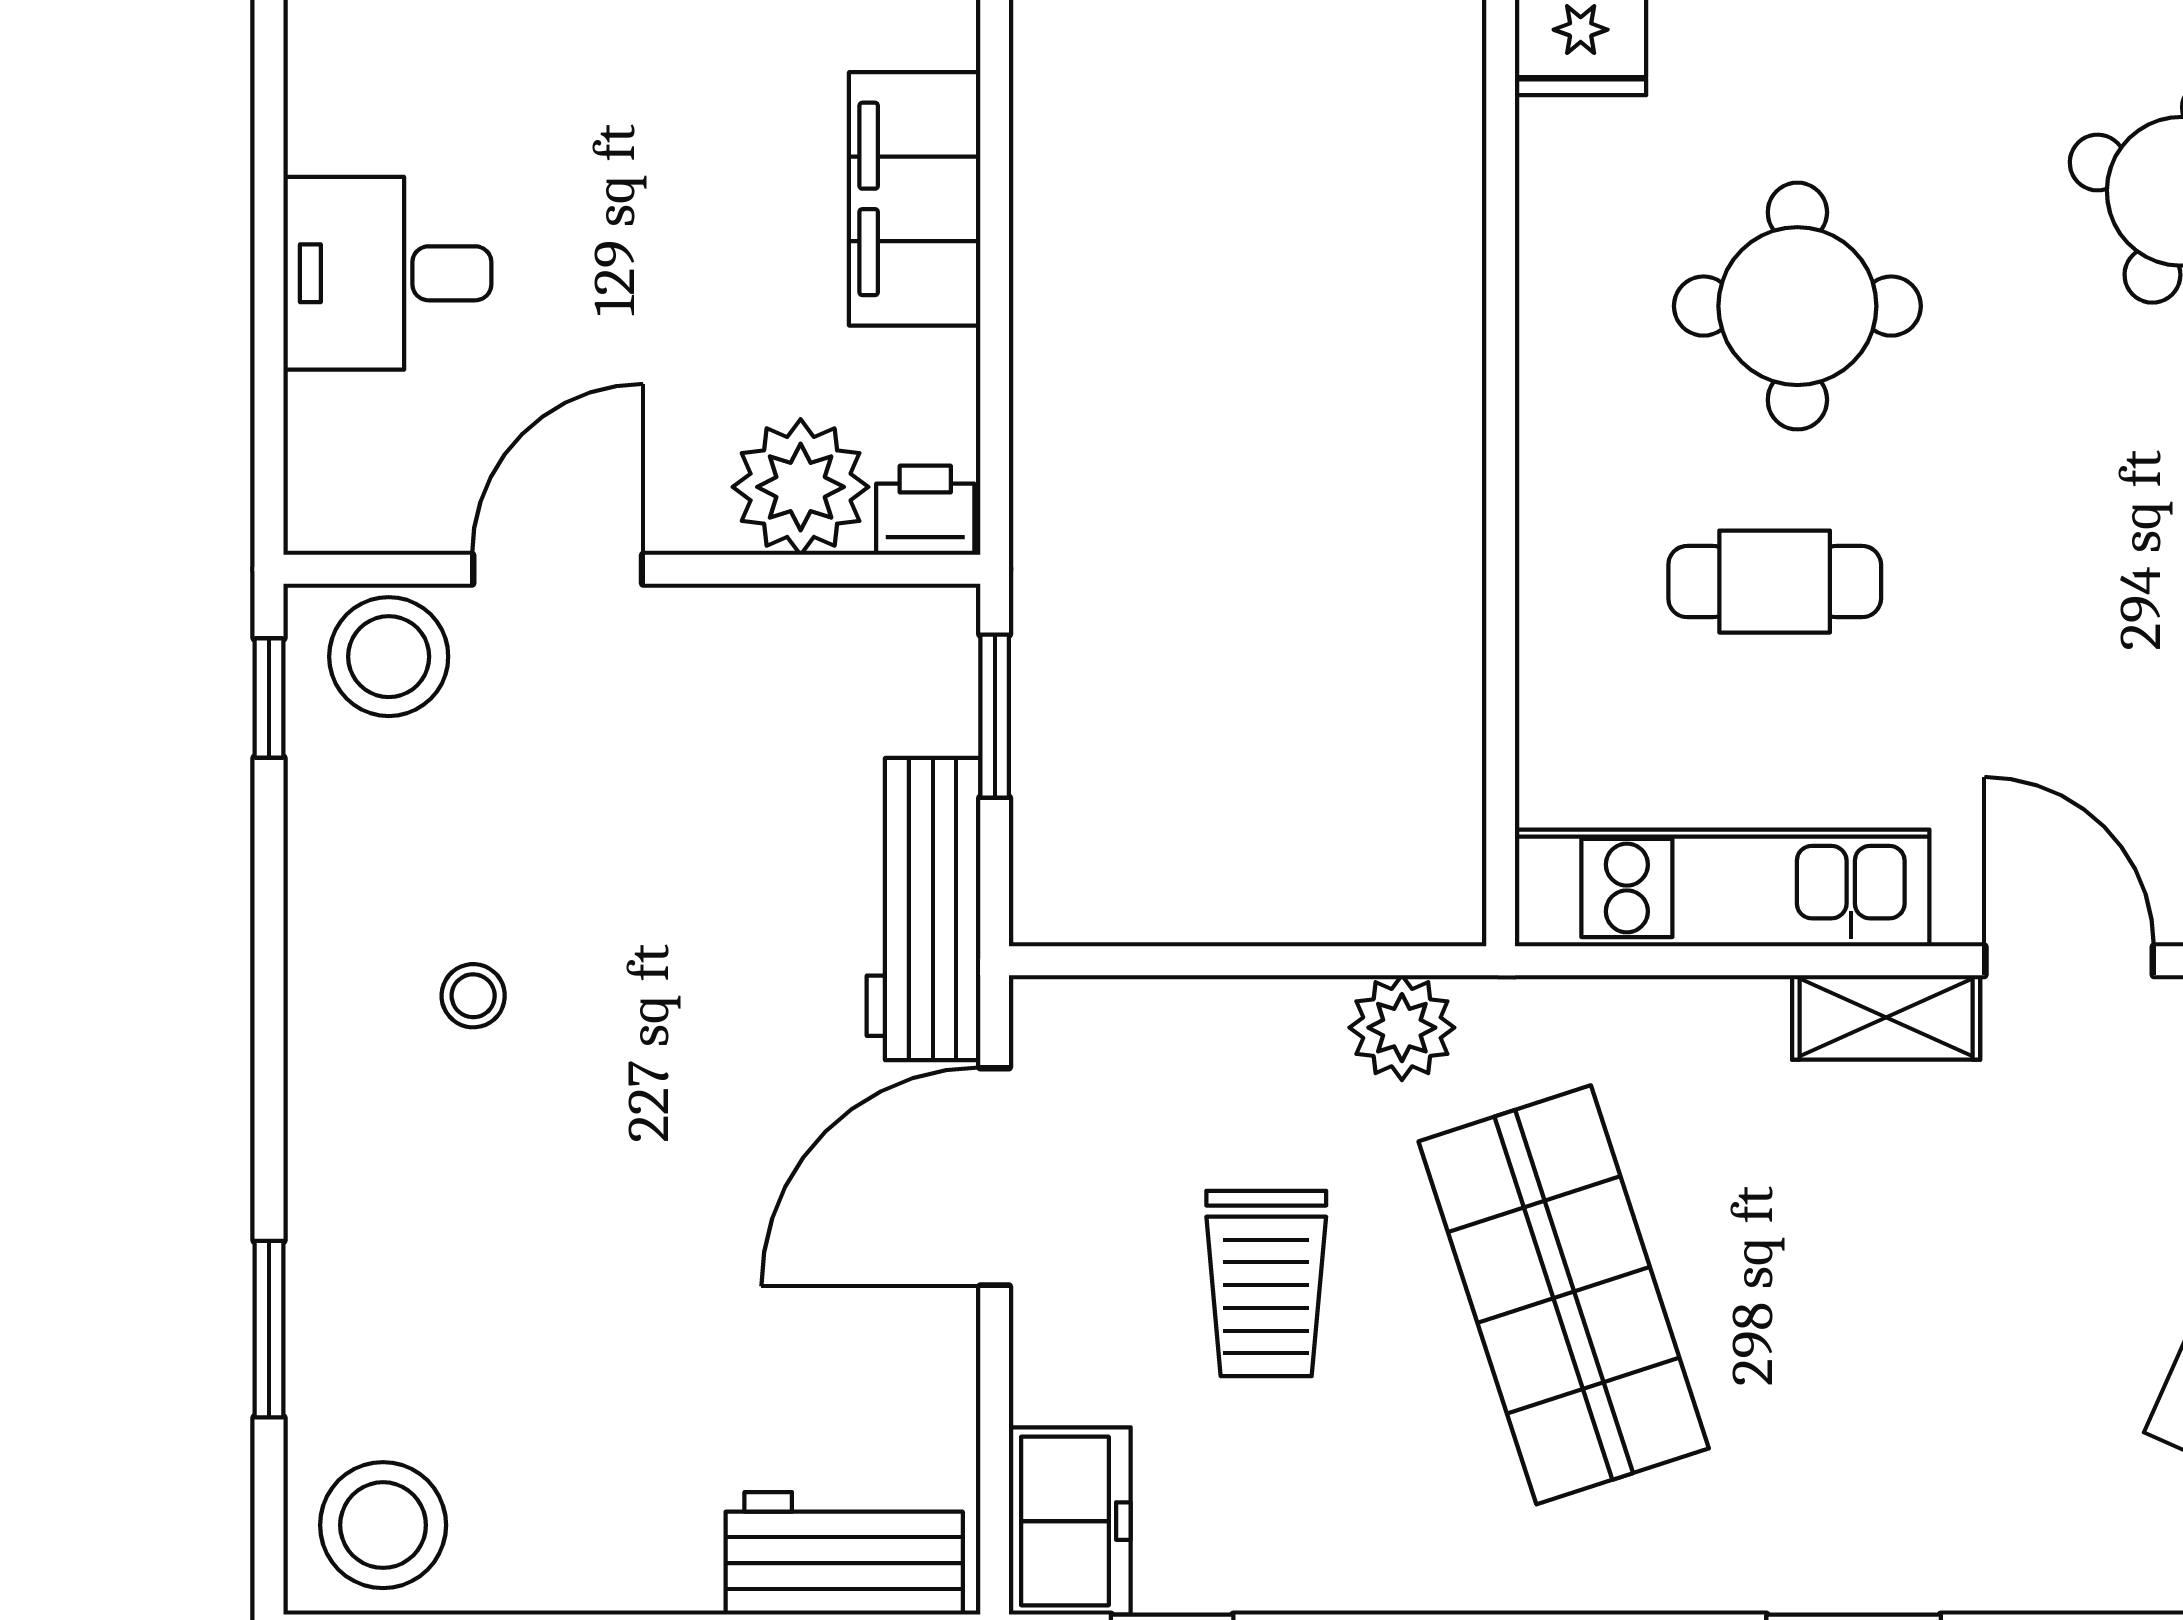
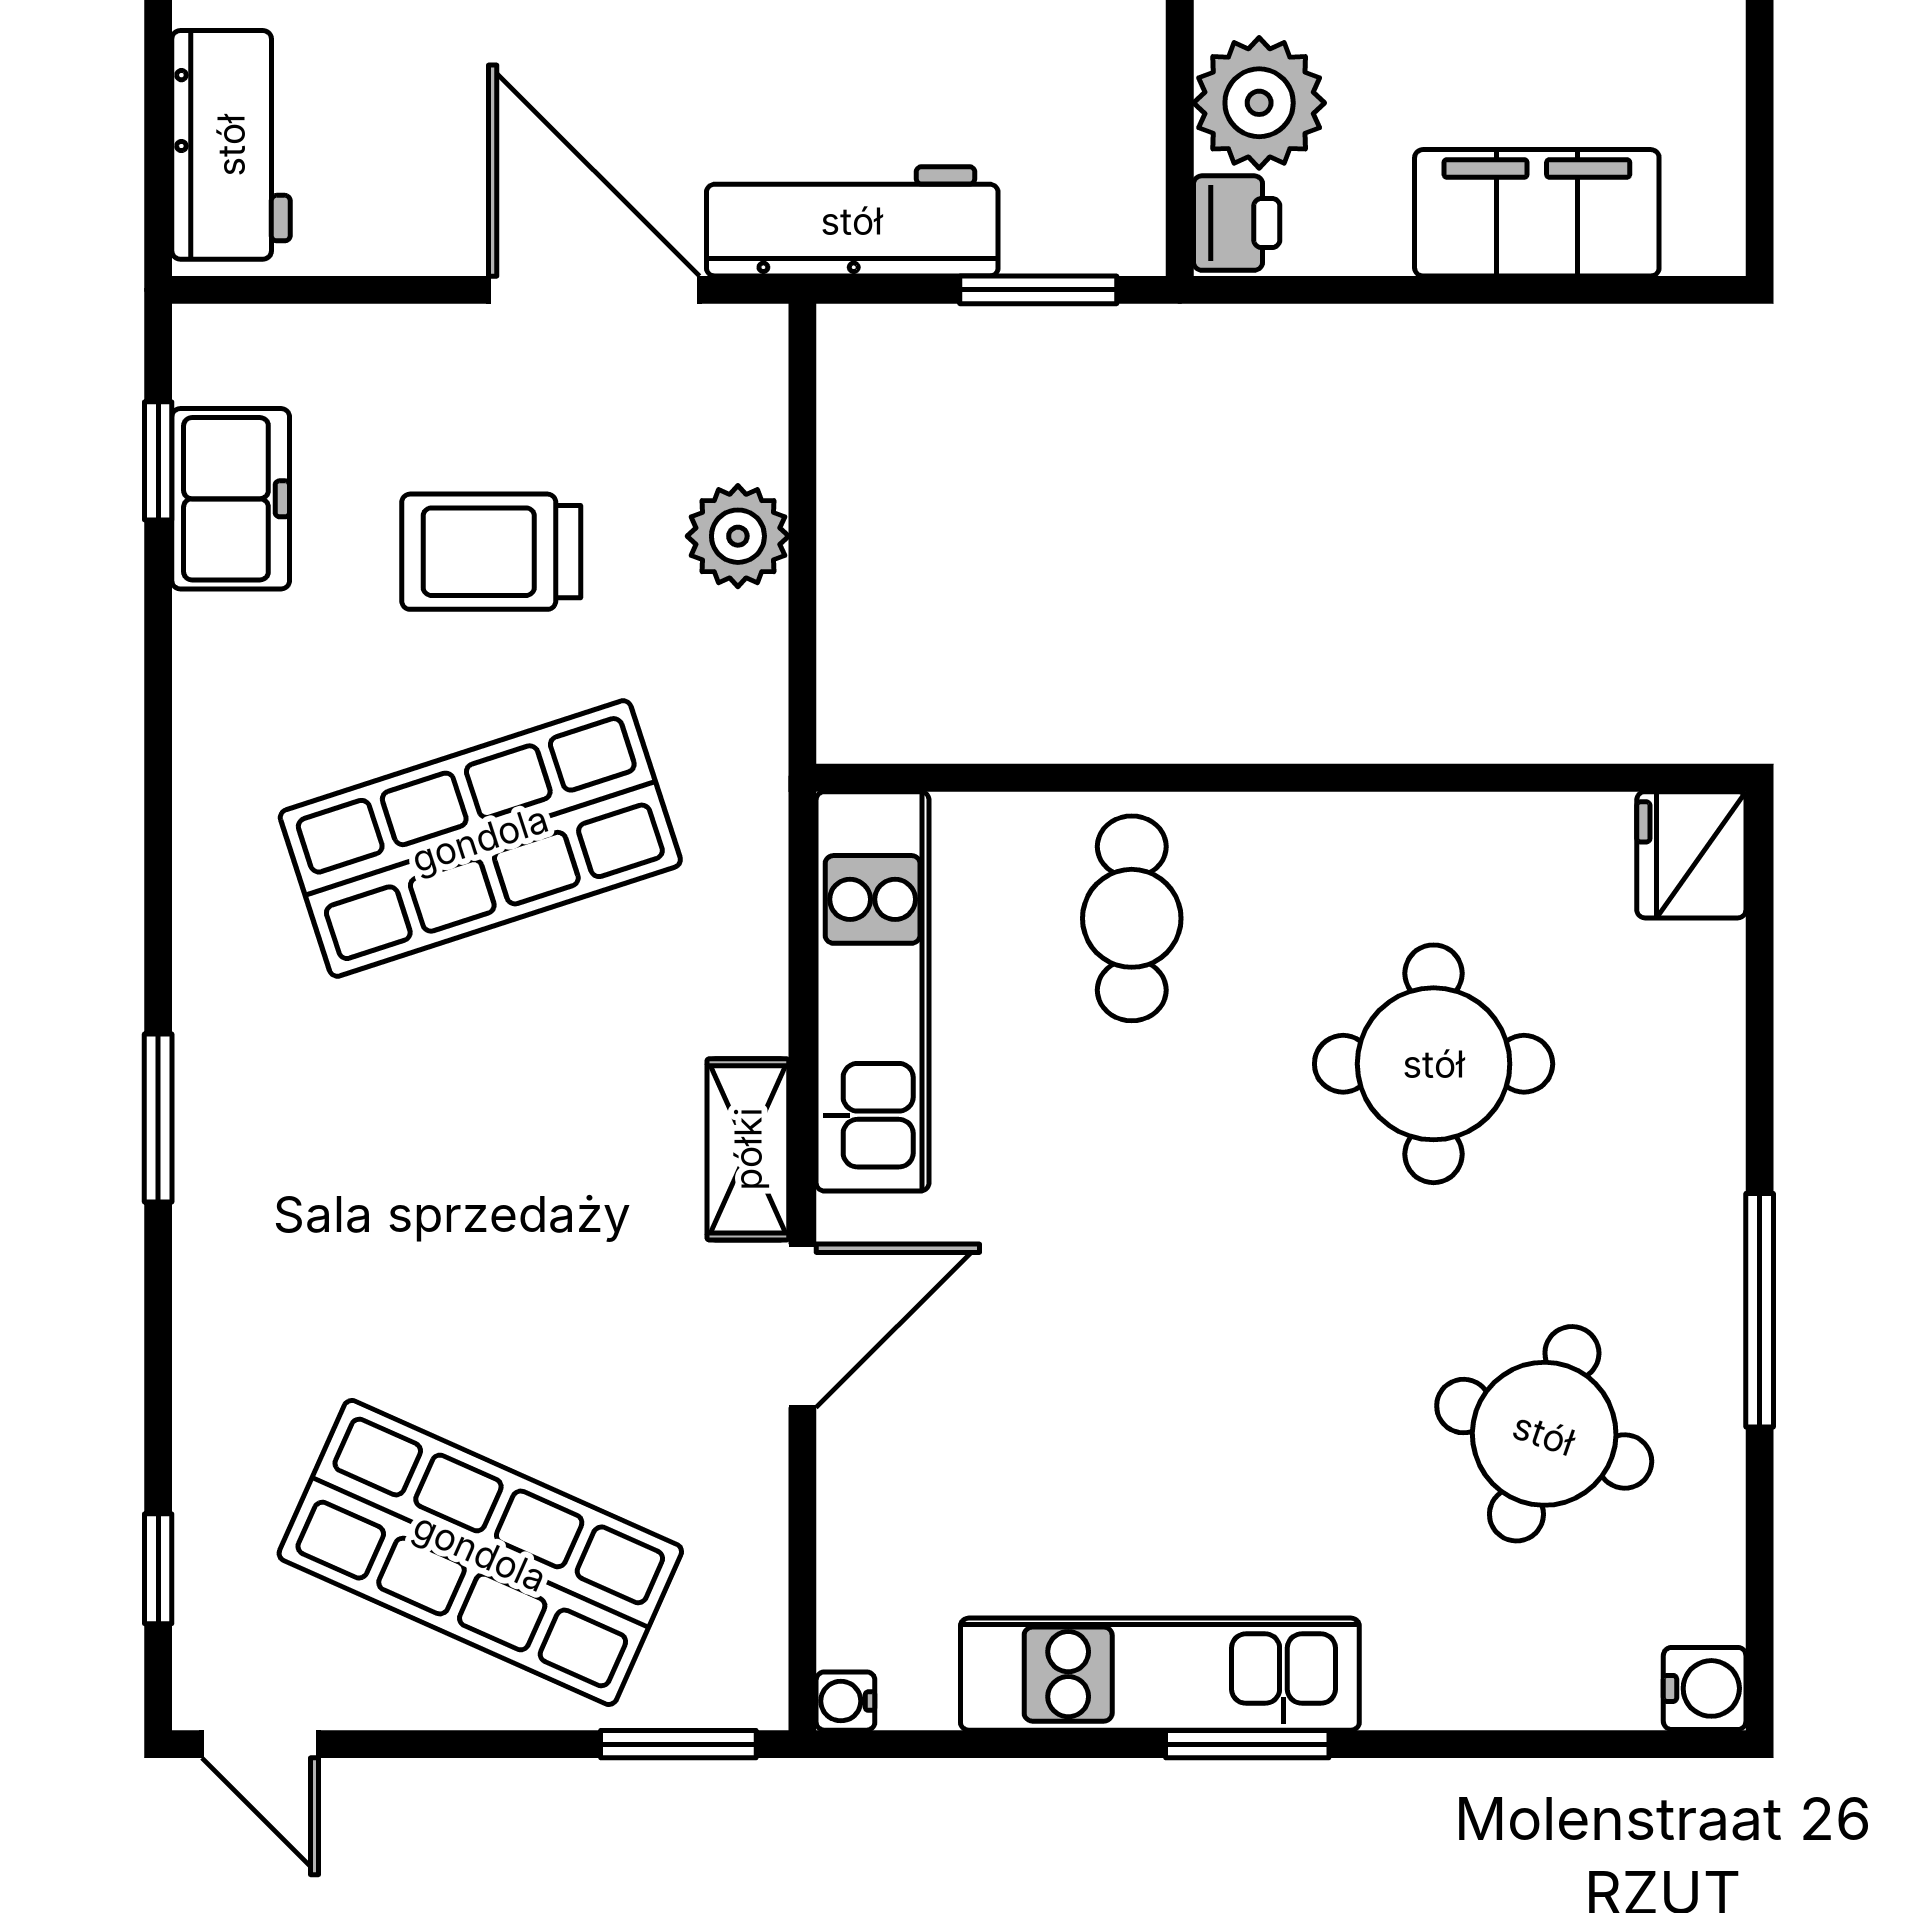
cafe table: (1775, 582) -> (1132, 918), moved
plant: (1402, 1028) -> (738, 536), moved
freezer: (1070, 1521) -> (231, 499), moved, turned -90

